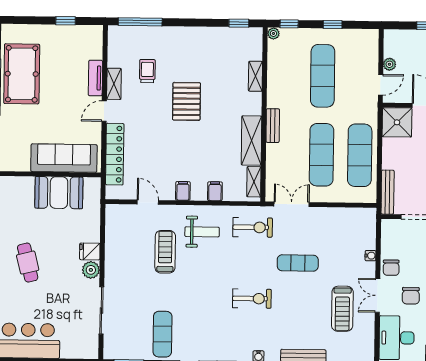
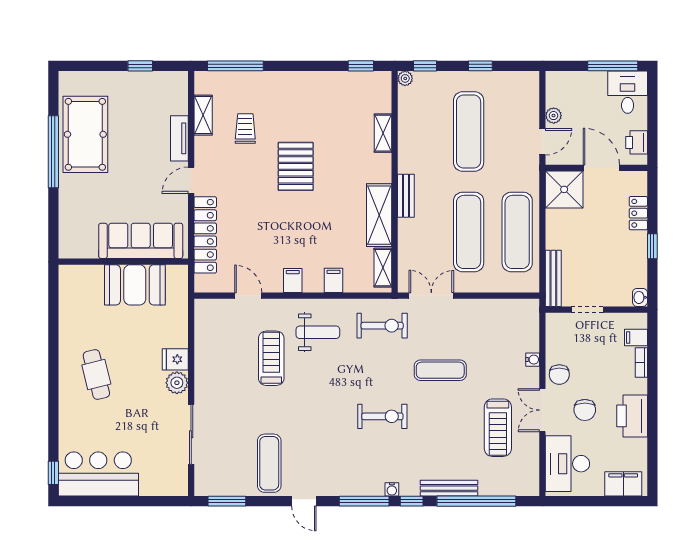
shelving: (114, 84) -> (203, 115), moved

